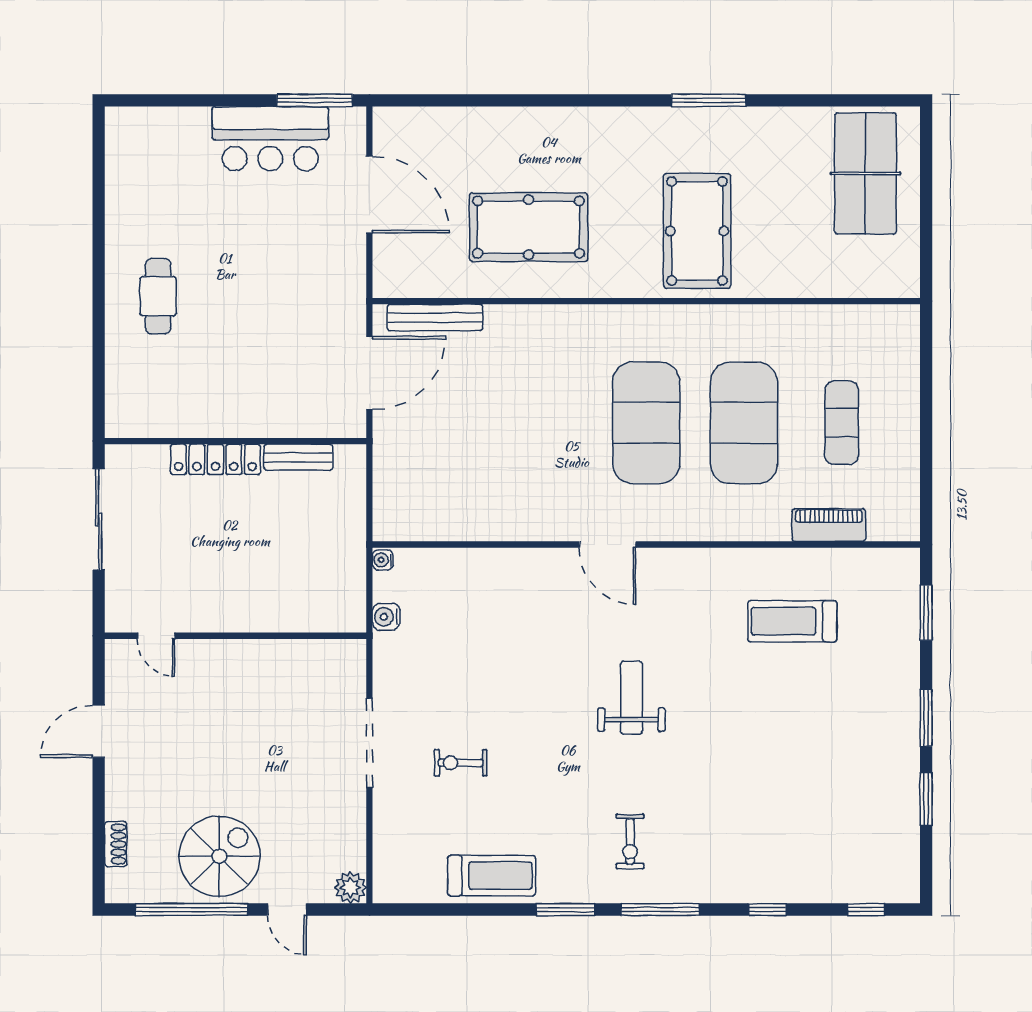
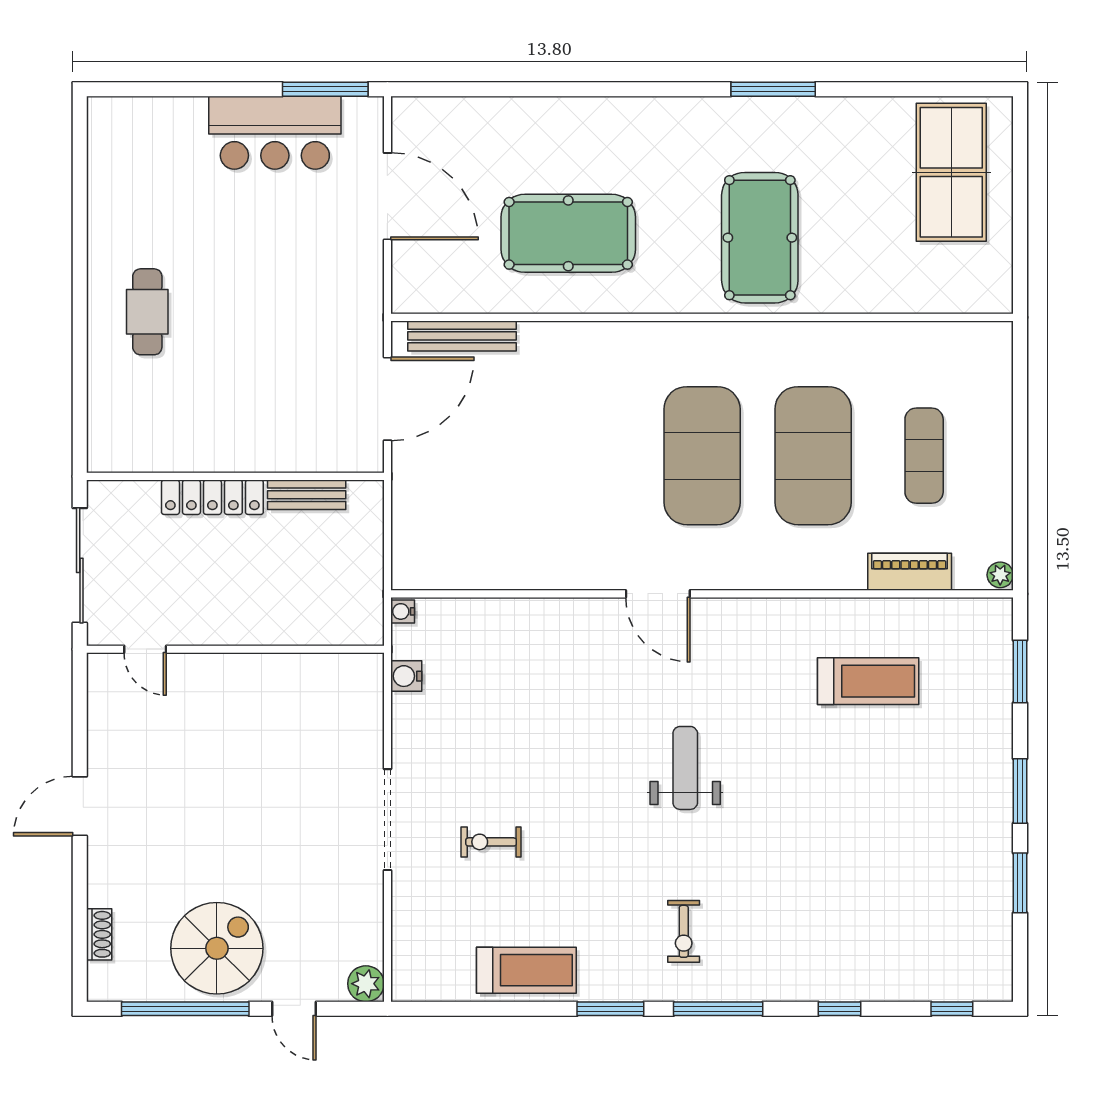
plant: (909, 528) -> (1000, 575), added
treadmill: (792, 621) -> (868, 681), turned 180
door: (156, 636) -> (145, 649), moved
wall: (236, 636) -> (235, 649), moved

